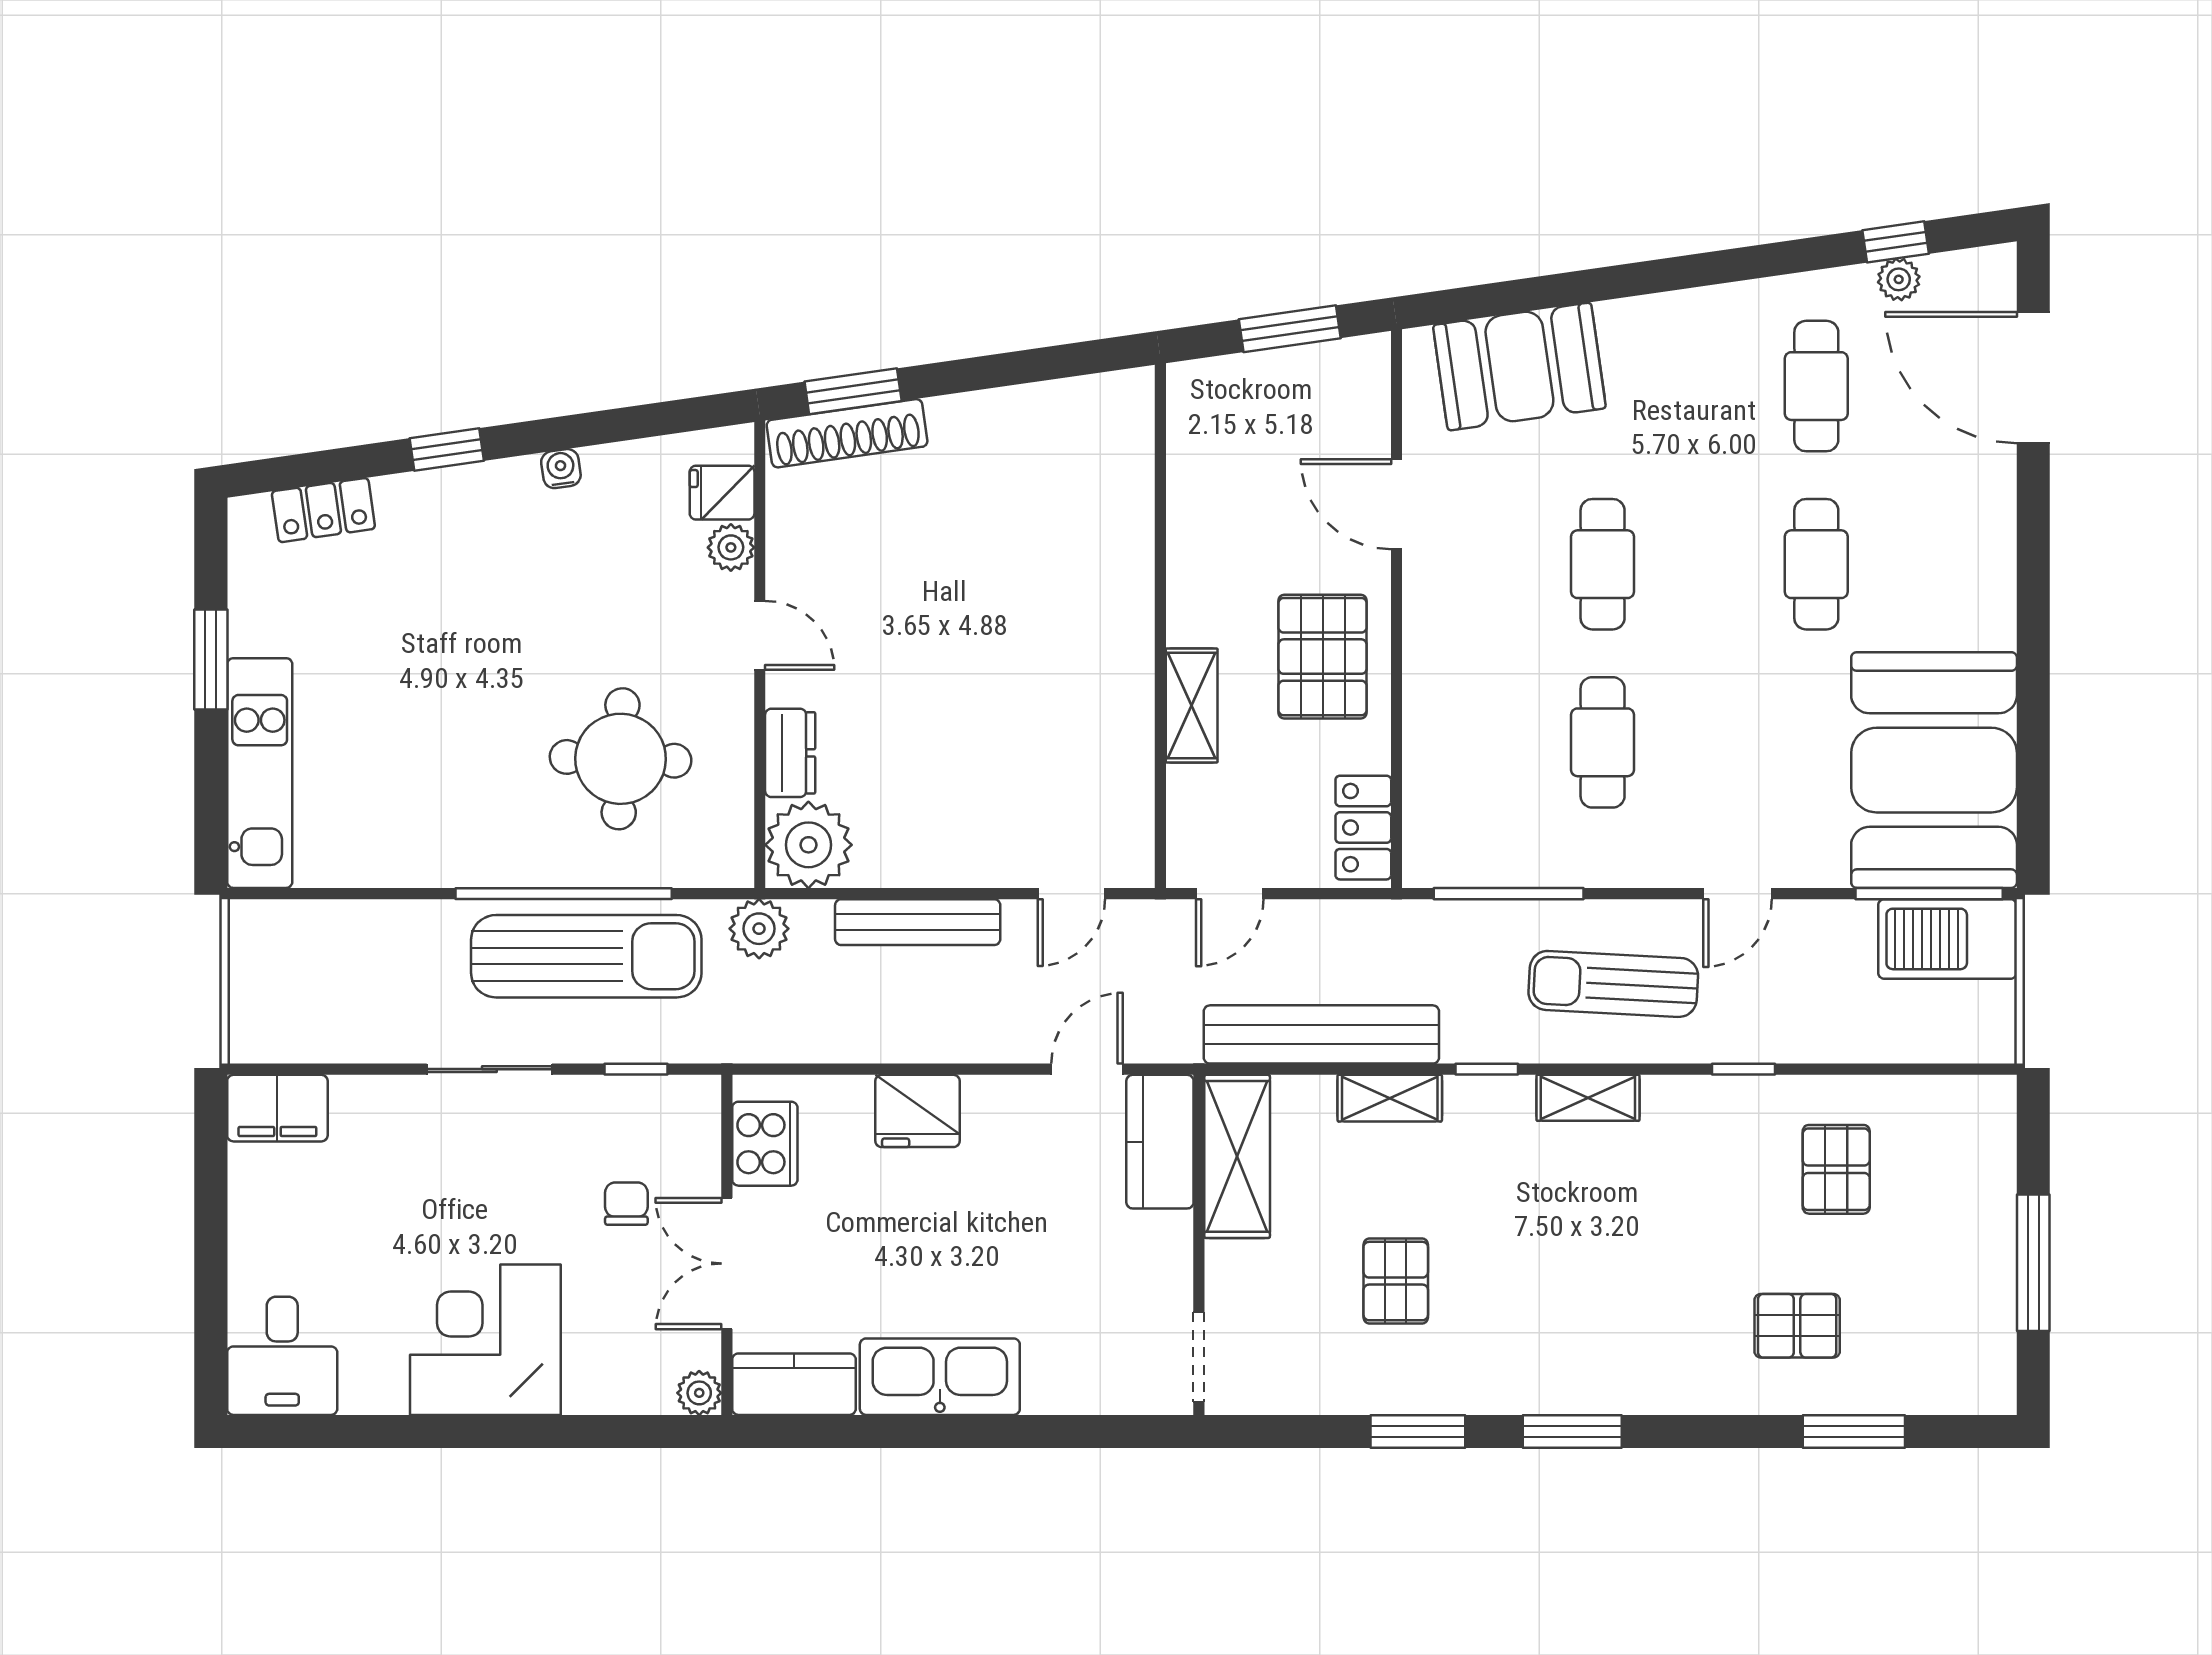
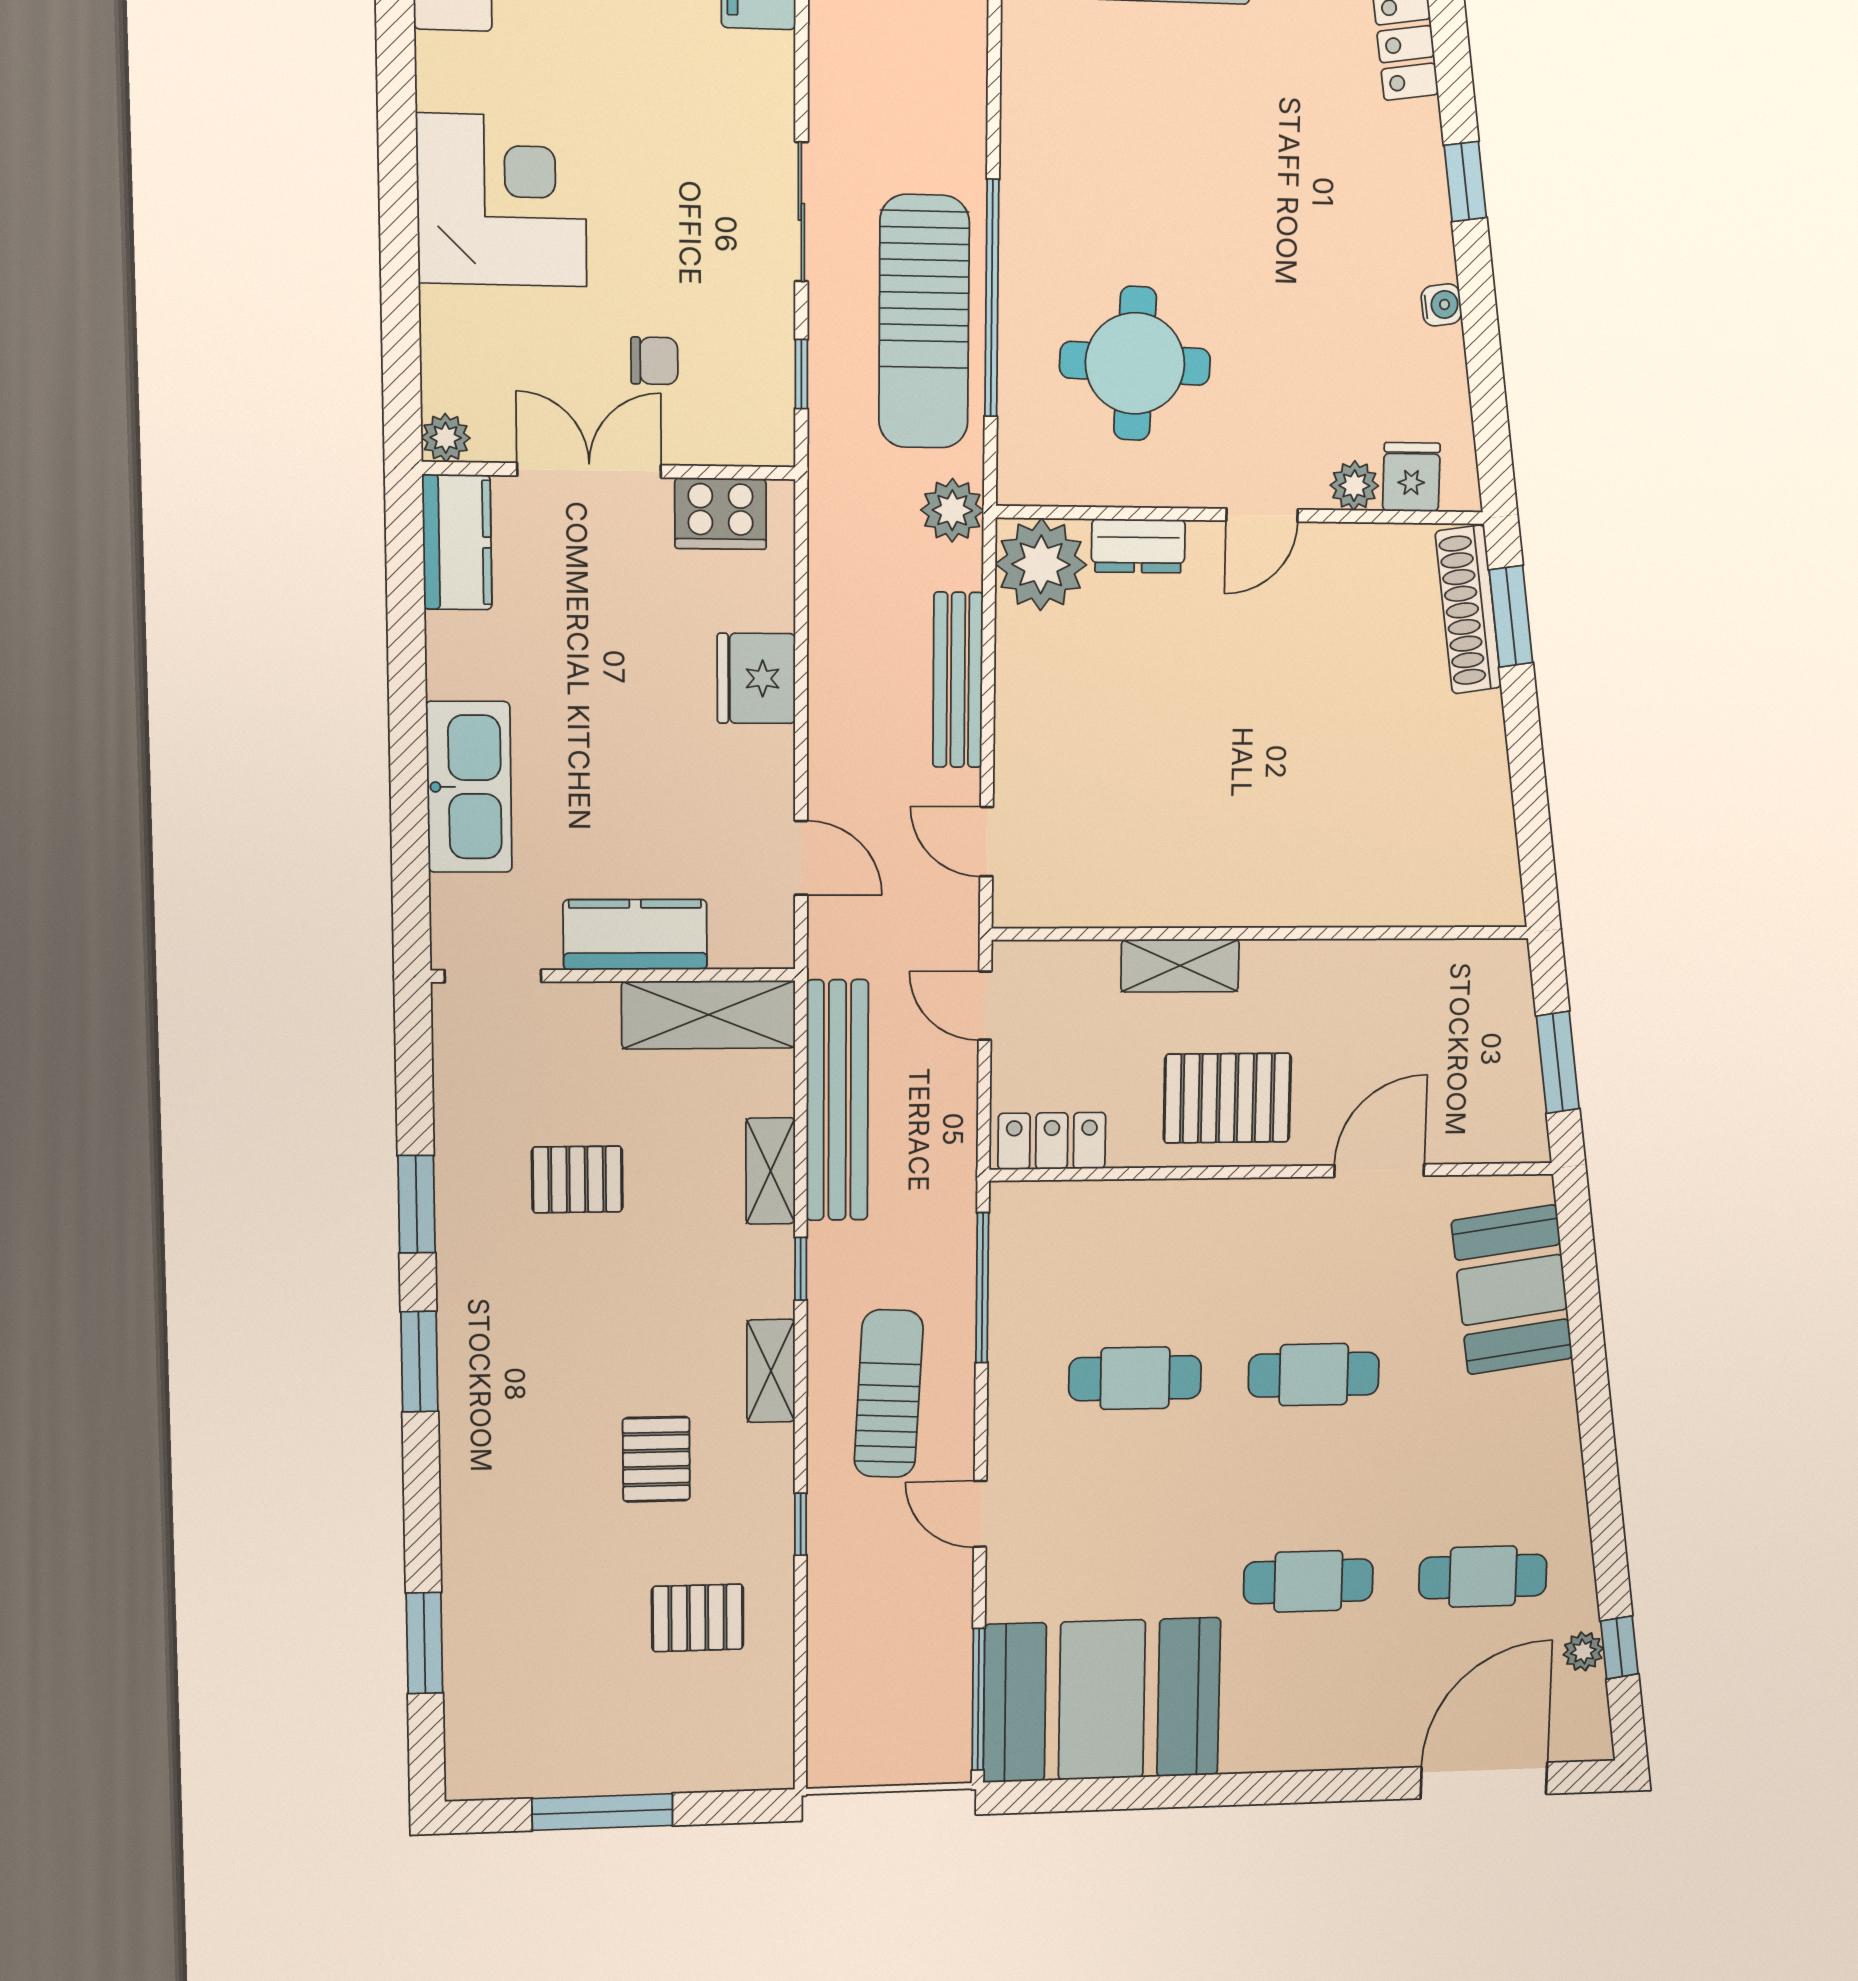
barbecue: (1947, 939) -> (932, 1718), removed
kitchen counter: (1160, 1142) -> (635, 935), moved
pallet: (1797, 1326) -> (656, 1459), moved
kitchen sink: (940, 1377) -> (469, 787), moved

